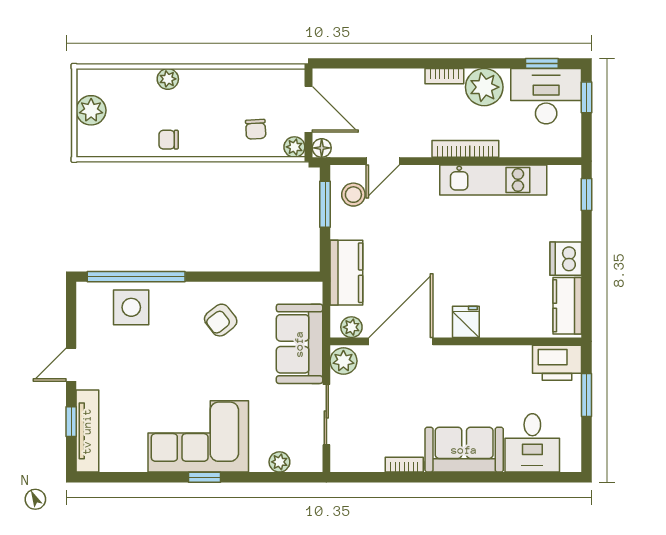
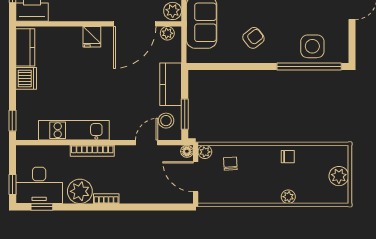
kitchen counter: (346, 273) -> (171, 84), moved

